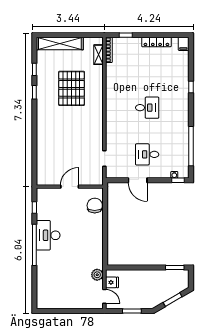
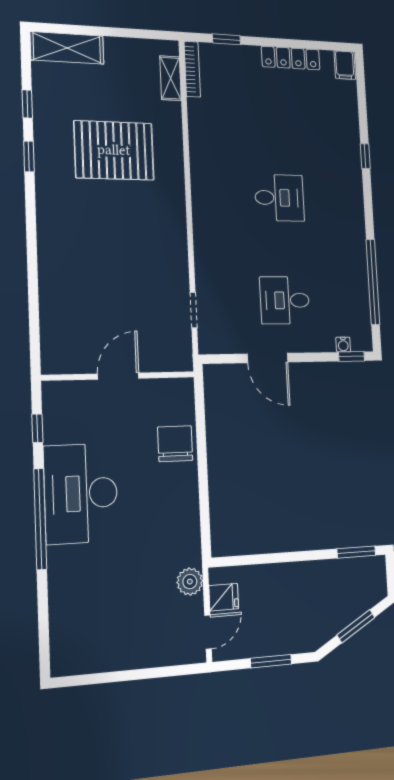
shelving: (60, 44) -> (67, 48), width x0.68
pallet: (72, 88) -> (114, 150), turned 90
chair: (95, 206) -> (175, 444), moved
desk: (48, 235) -> (81, 493), width x1.36, depth x1.30
door: (104, 296) -> (208, 632), hinge flipped

